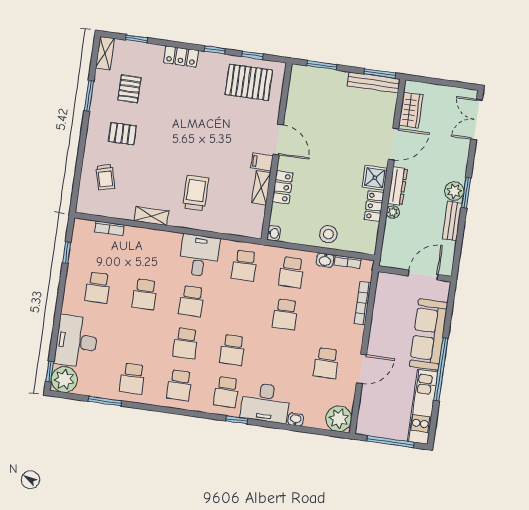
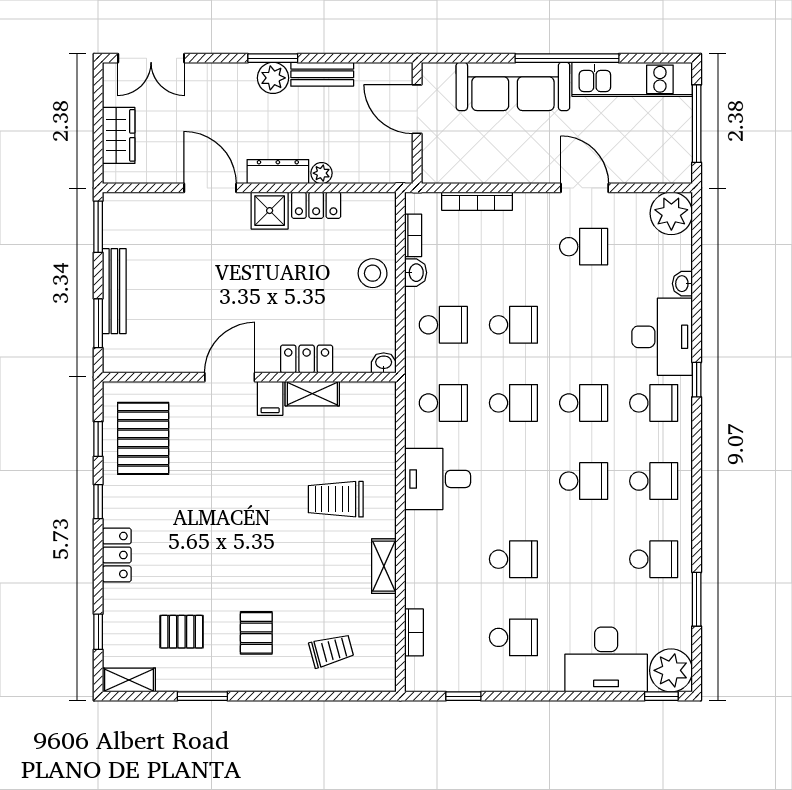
bench: (374, 82) -> (114, 291), moved
wardrobe: (411, 110) -> (119, 135), moved, turned 90
school desk: (191, 301) -> (513, 403), moved

